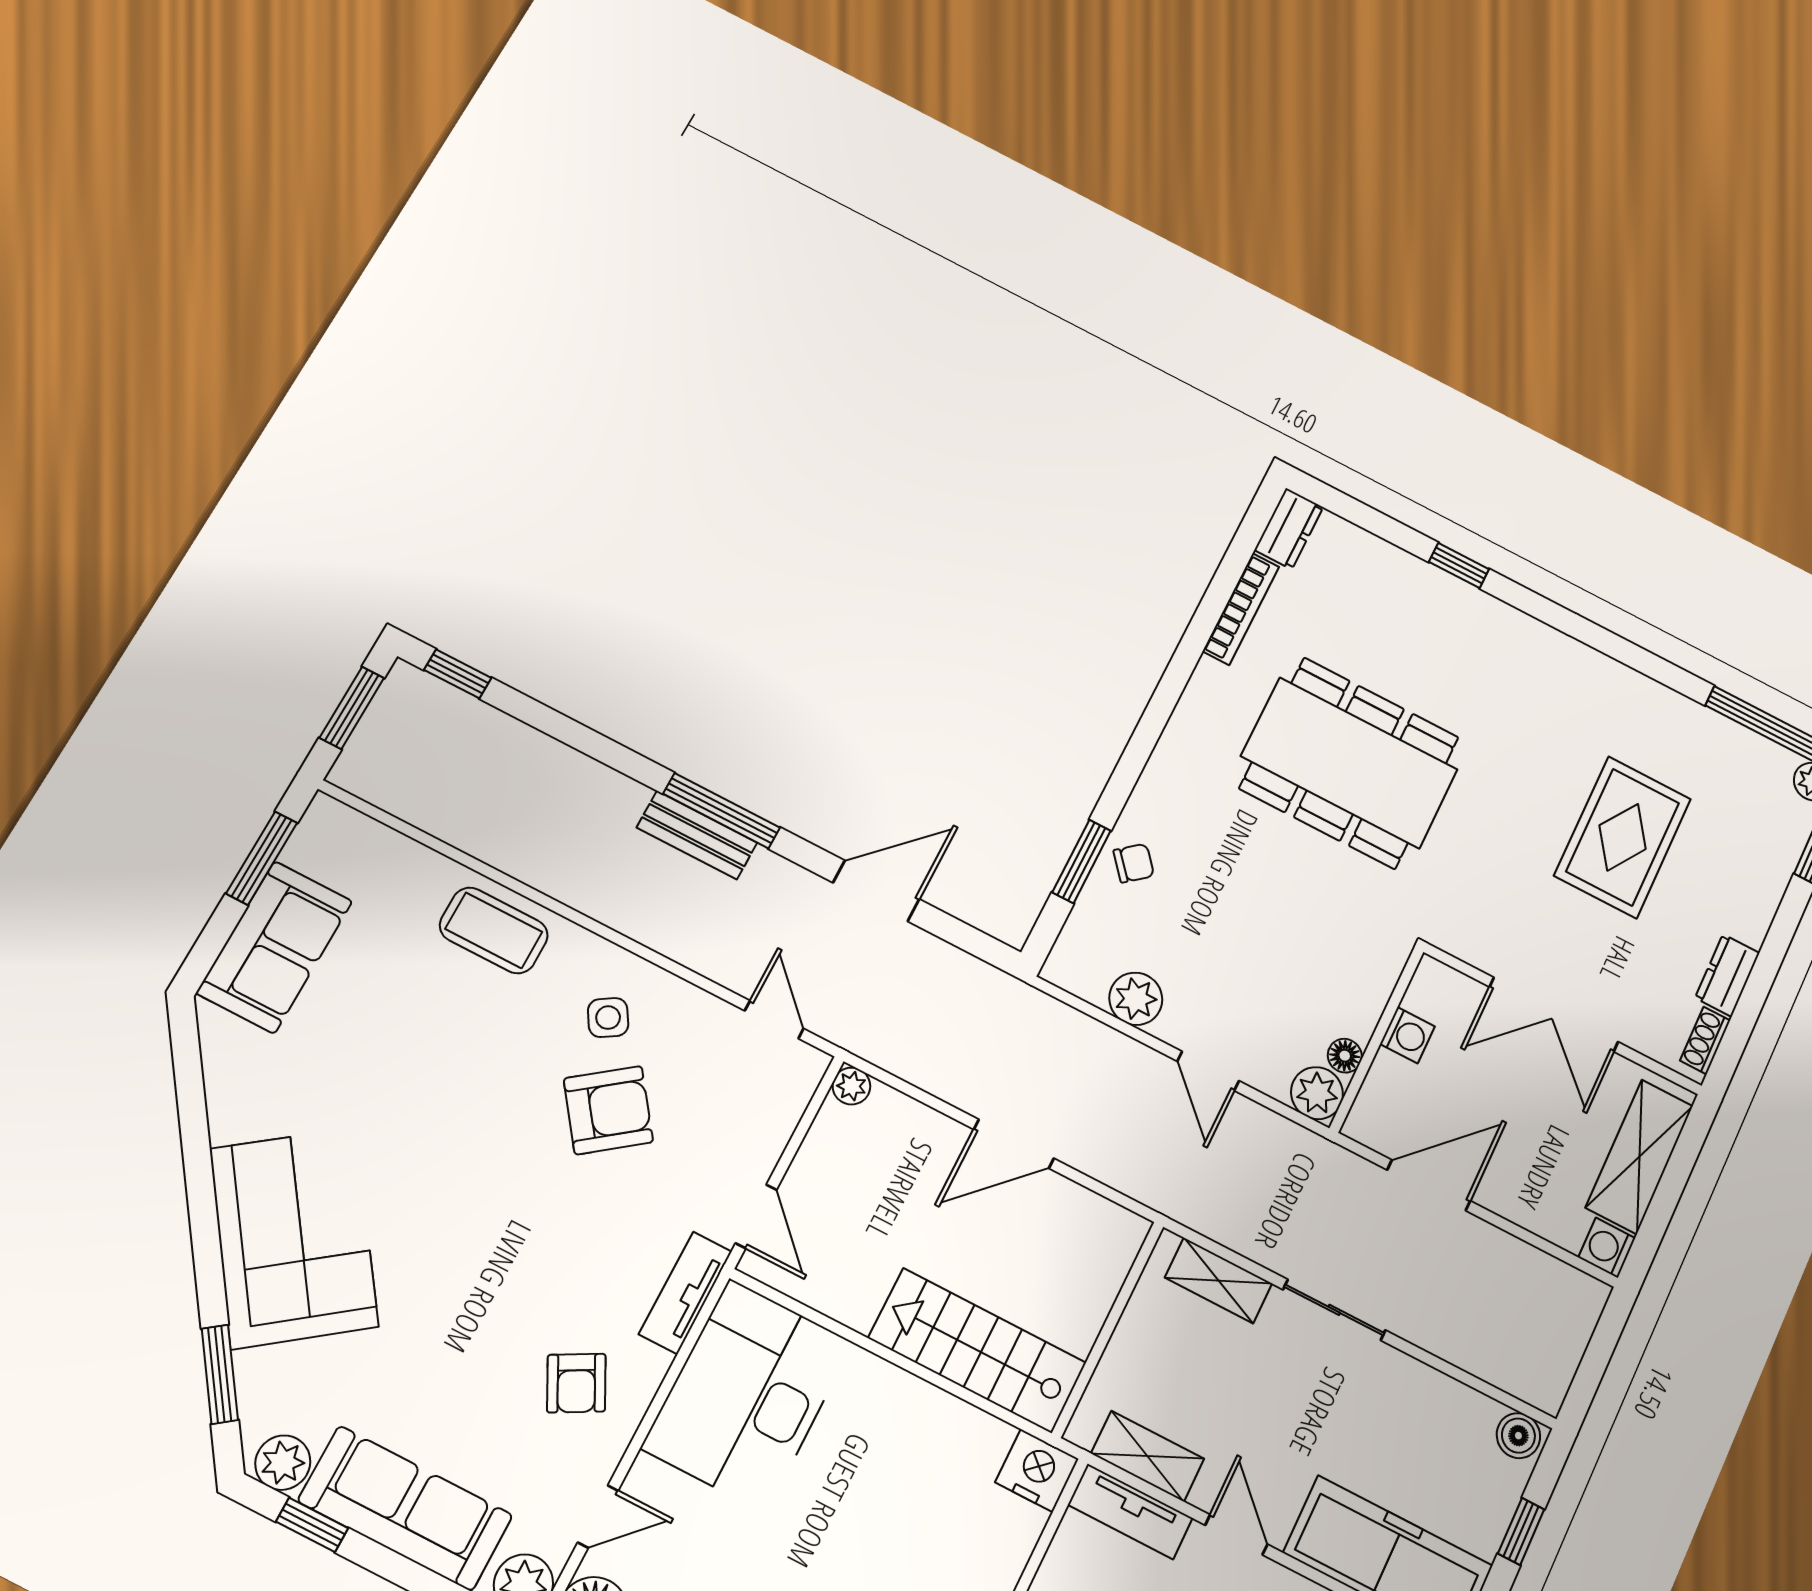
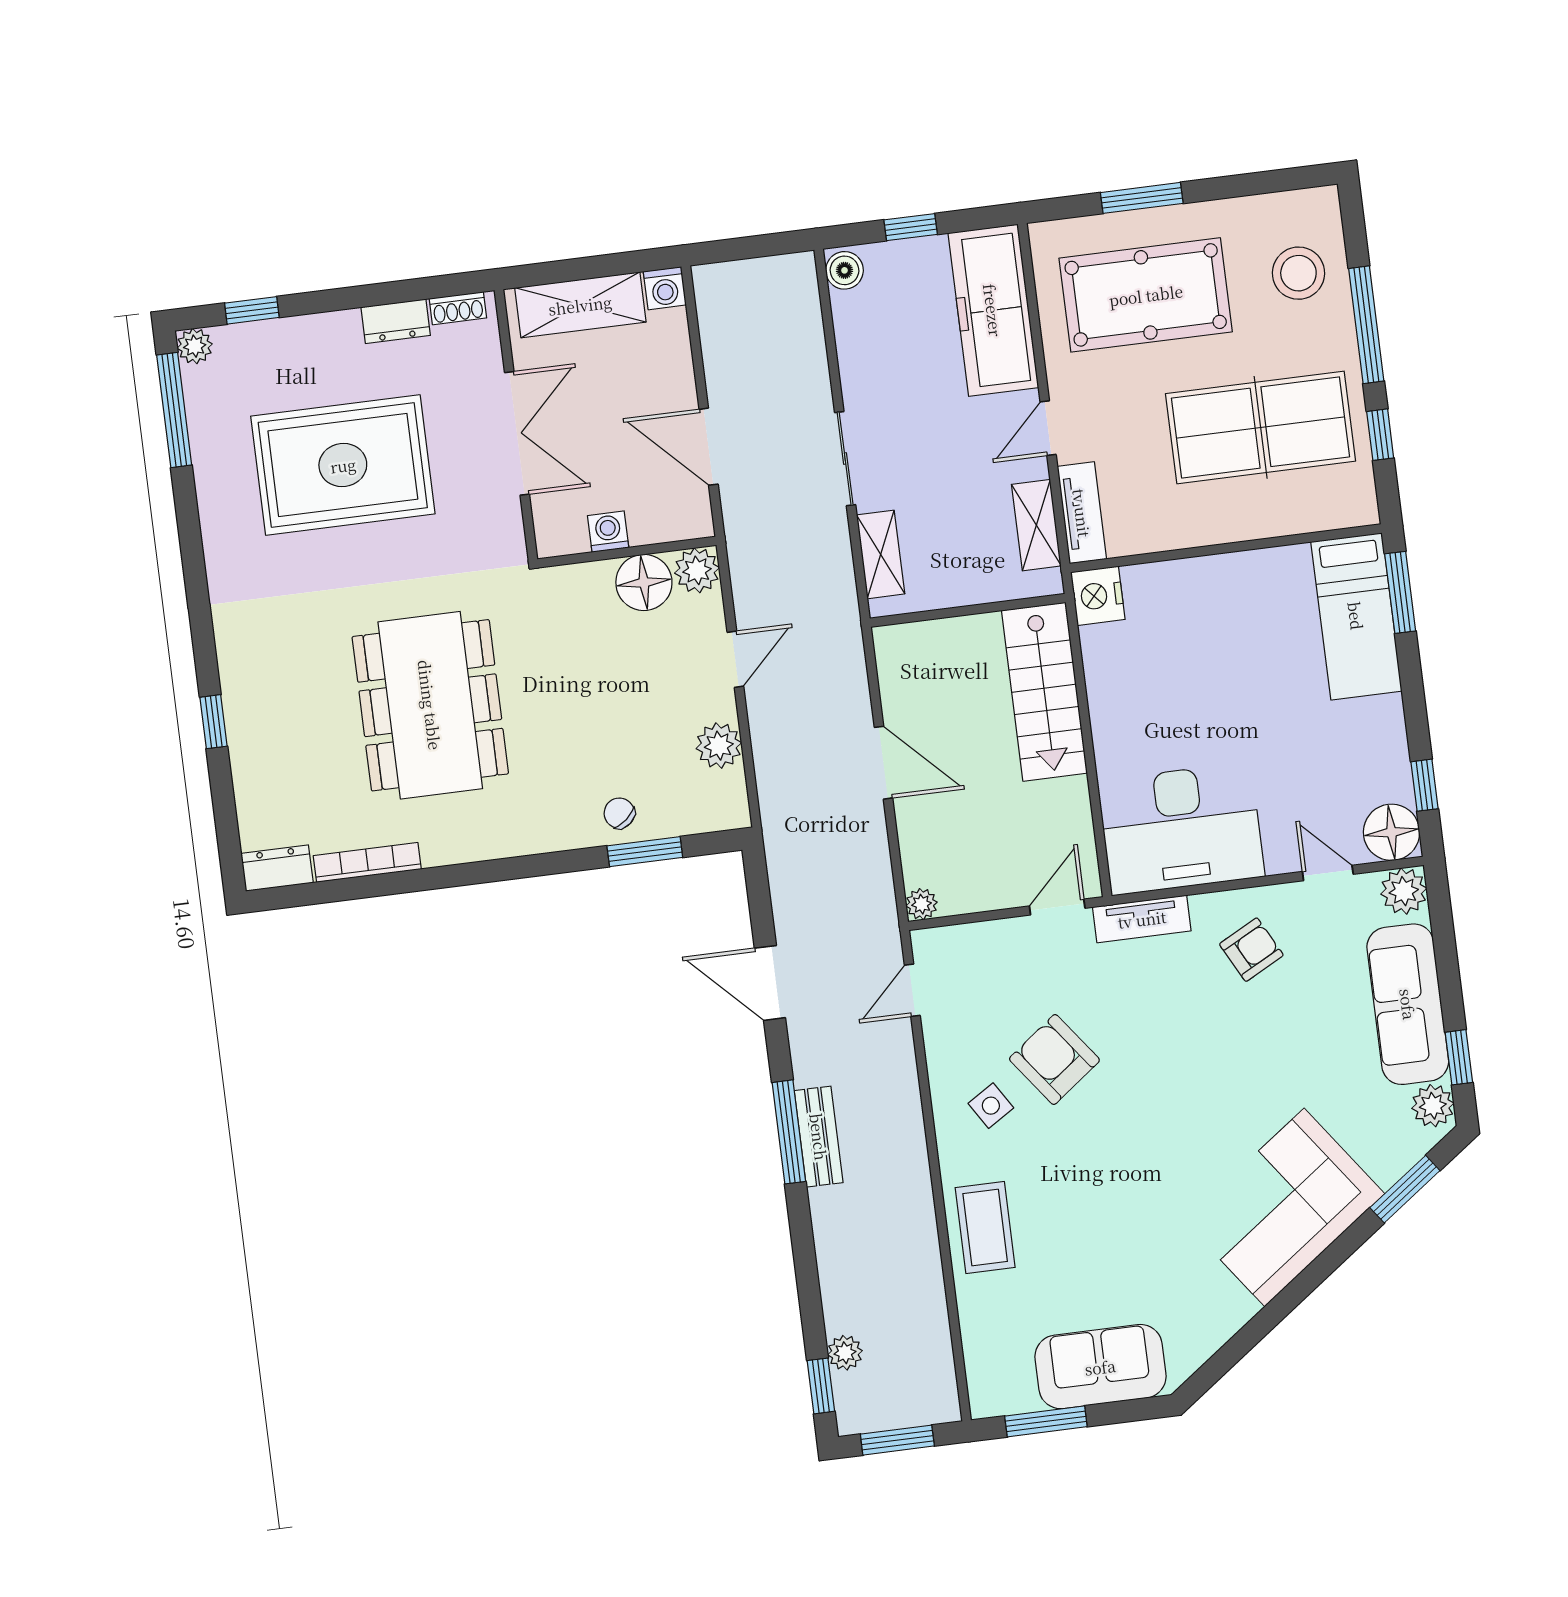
plant: (472, 717) -> (845, 1353), added
rug: (1623, 837) -> (343, 465), width x1.37, depth x1.44
floor lamp: (1345, 1056) -> (644, 582), width x1.89, depth x1.89

